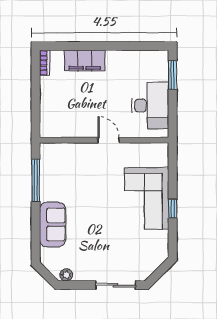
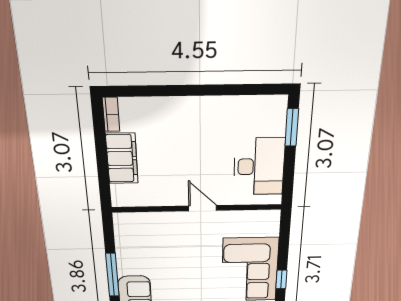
filing cabinet: (85, 61) -> (122, 158), moved, turned -90
window: (36, 180) -> (112, 275), moved

